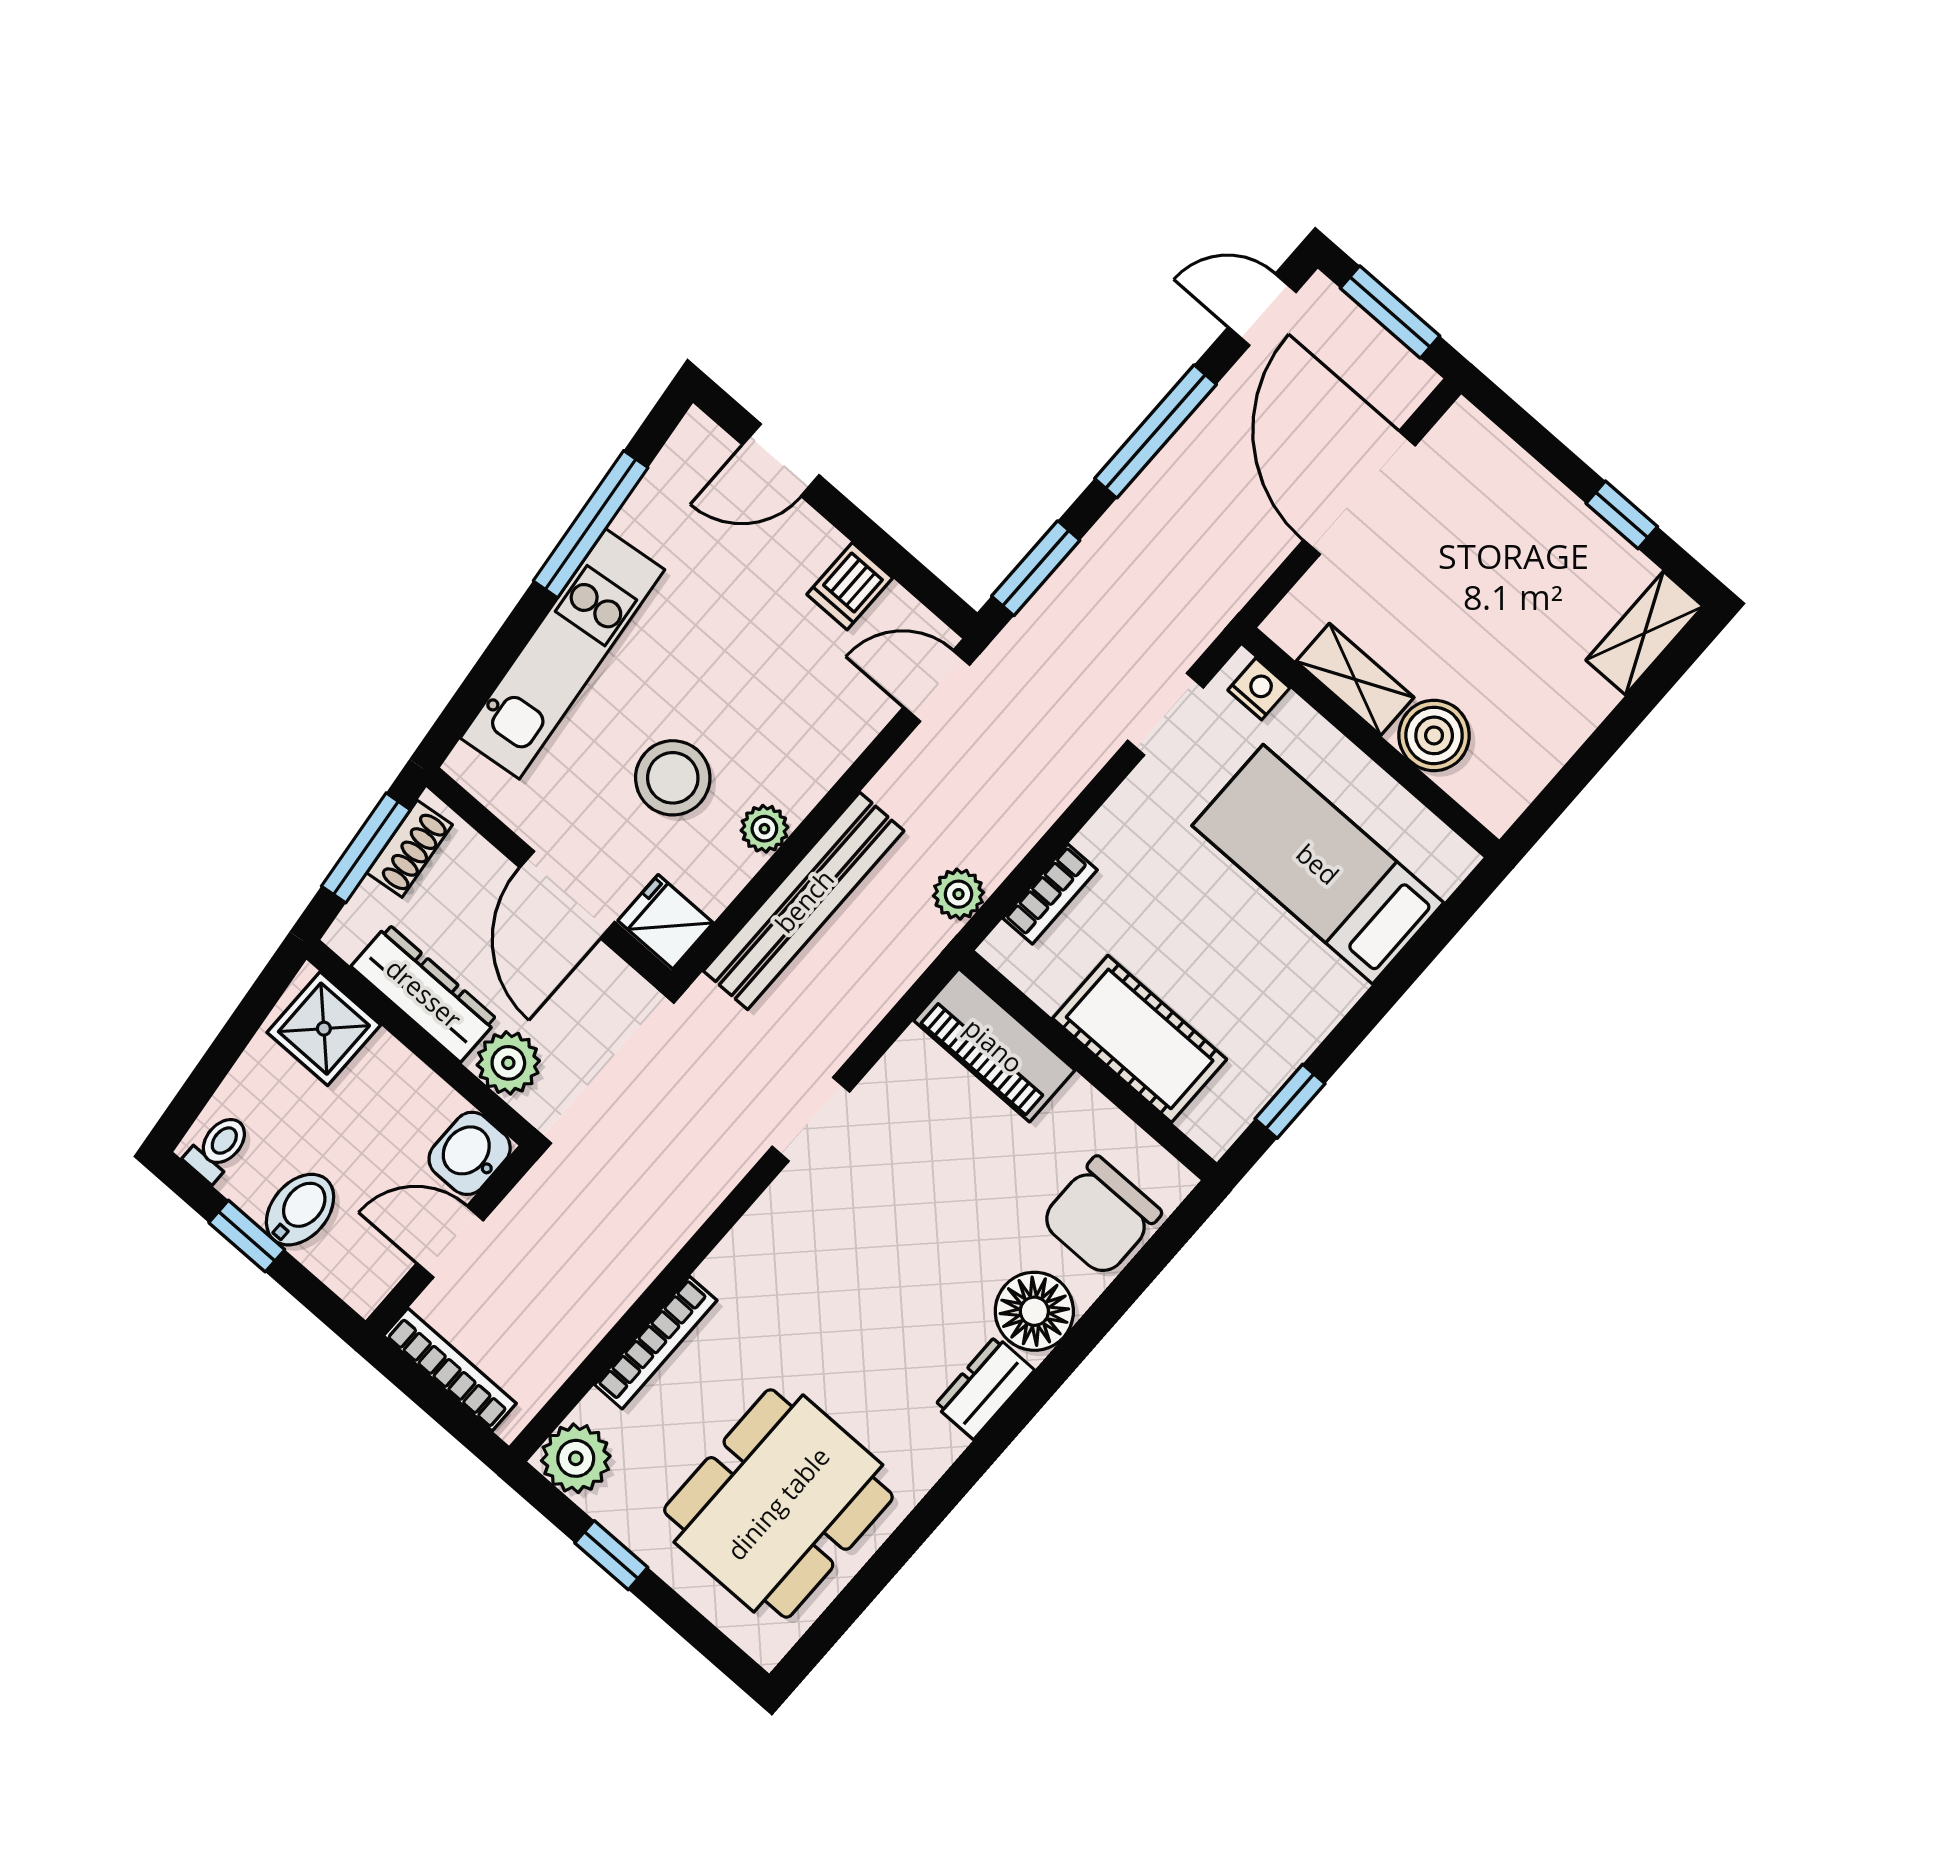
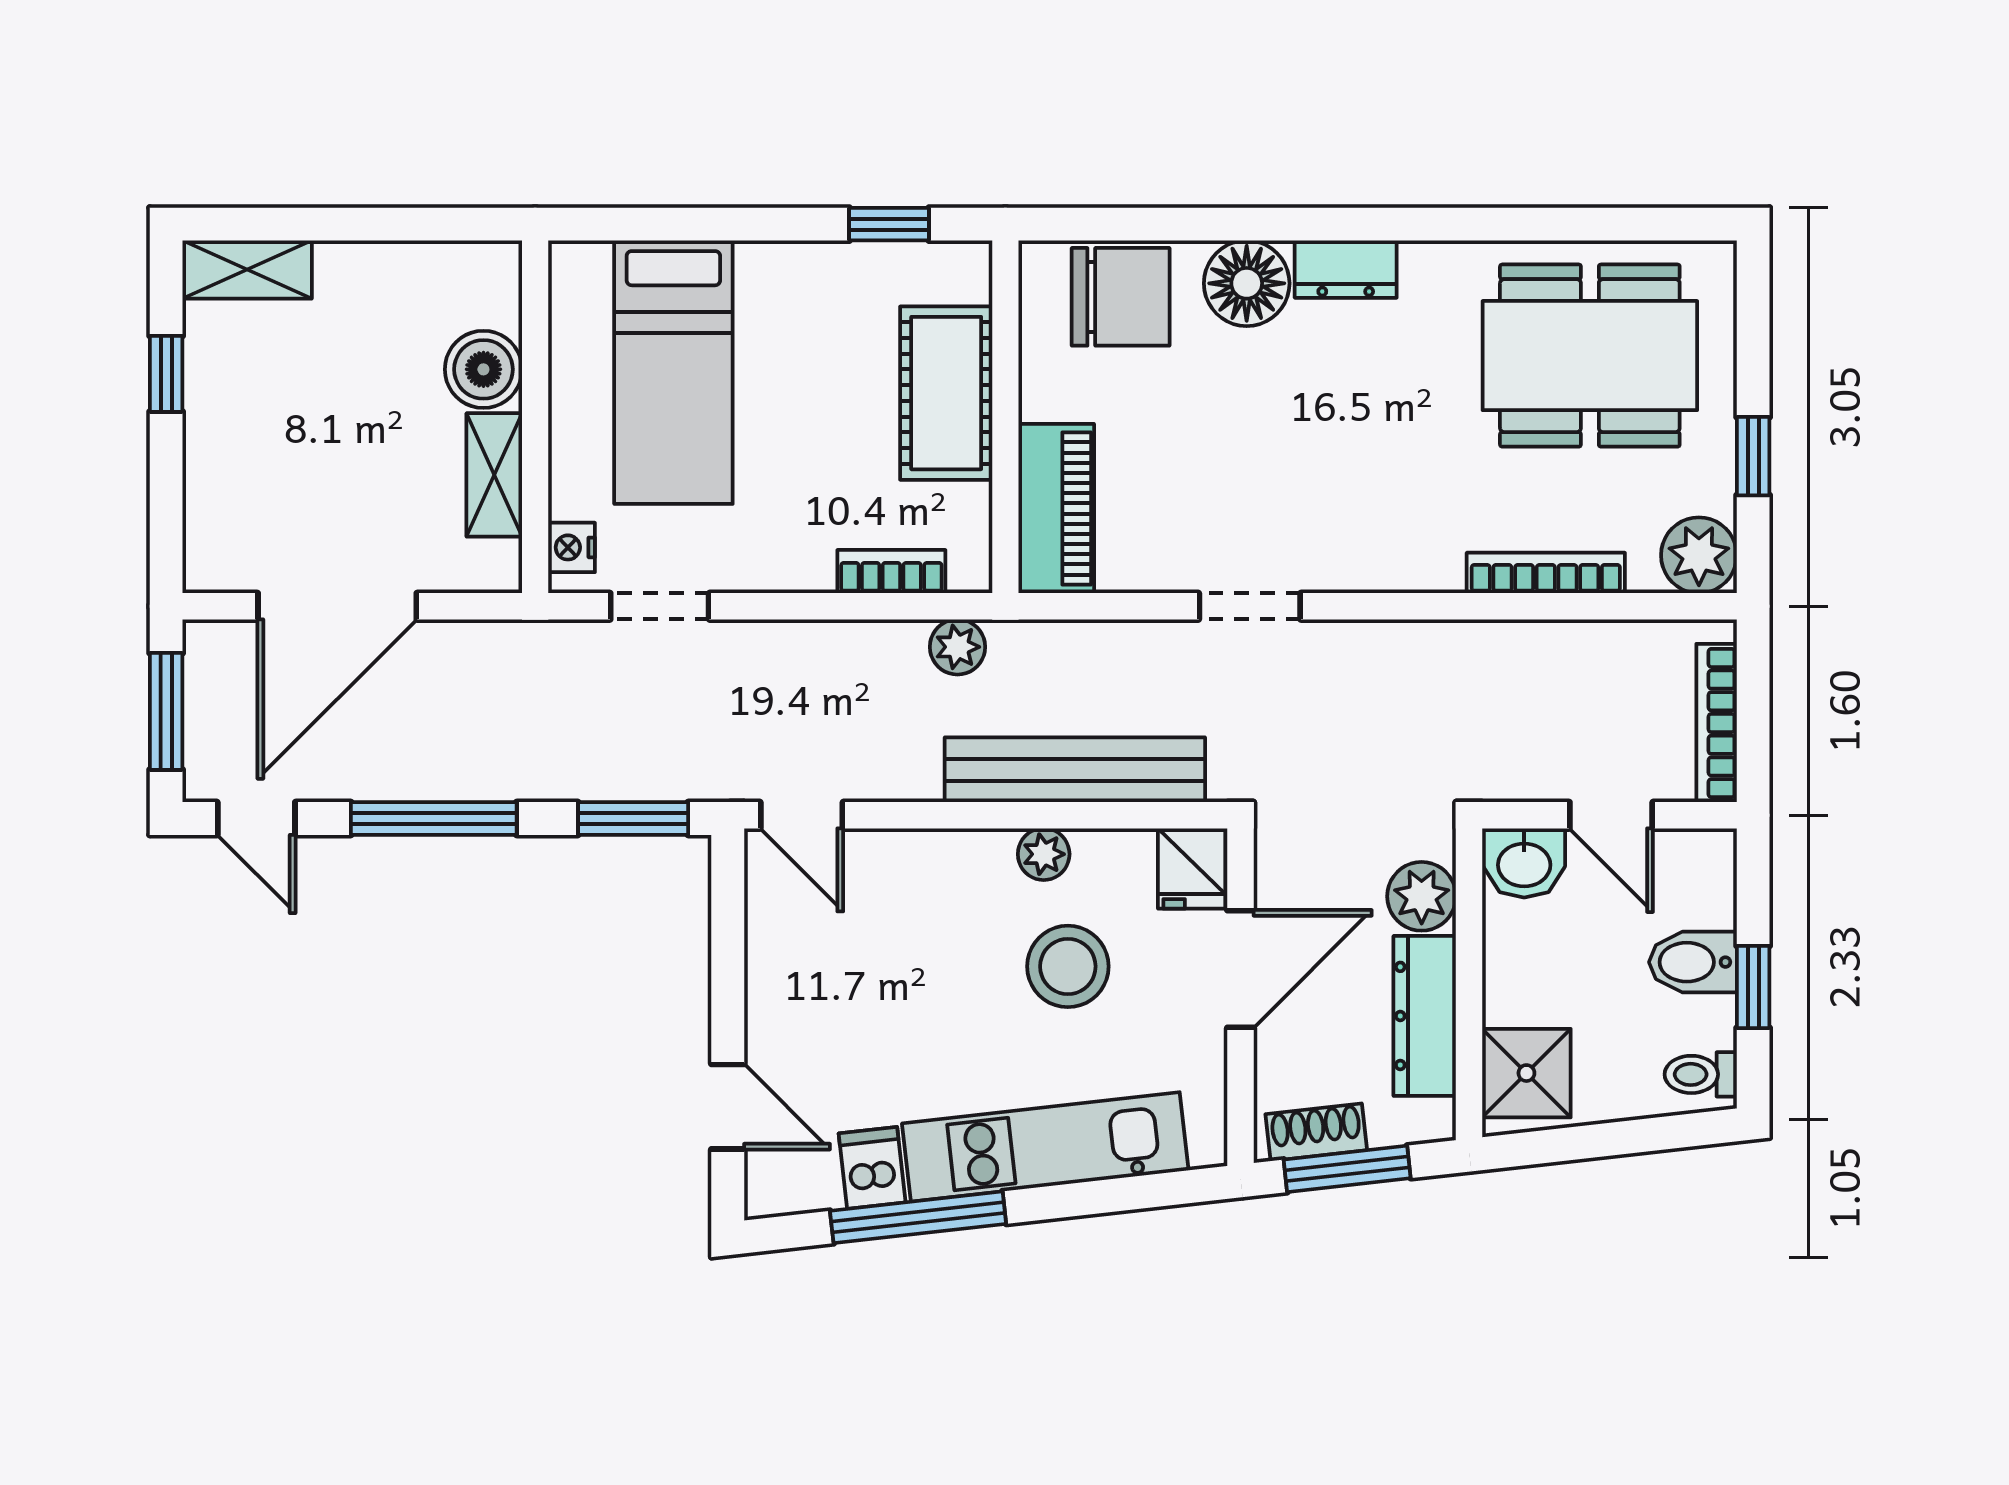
dishwasher: (850, 586) -> (872, 1168), moved, turned -96

